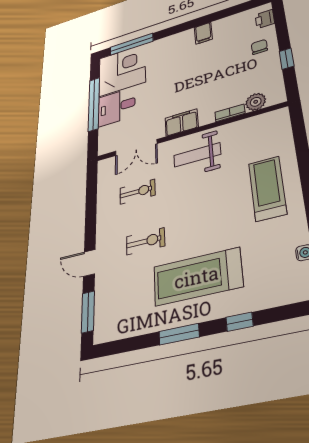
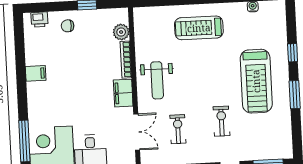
bookcase: (230, 113) -> (126, 60), width x1.56

